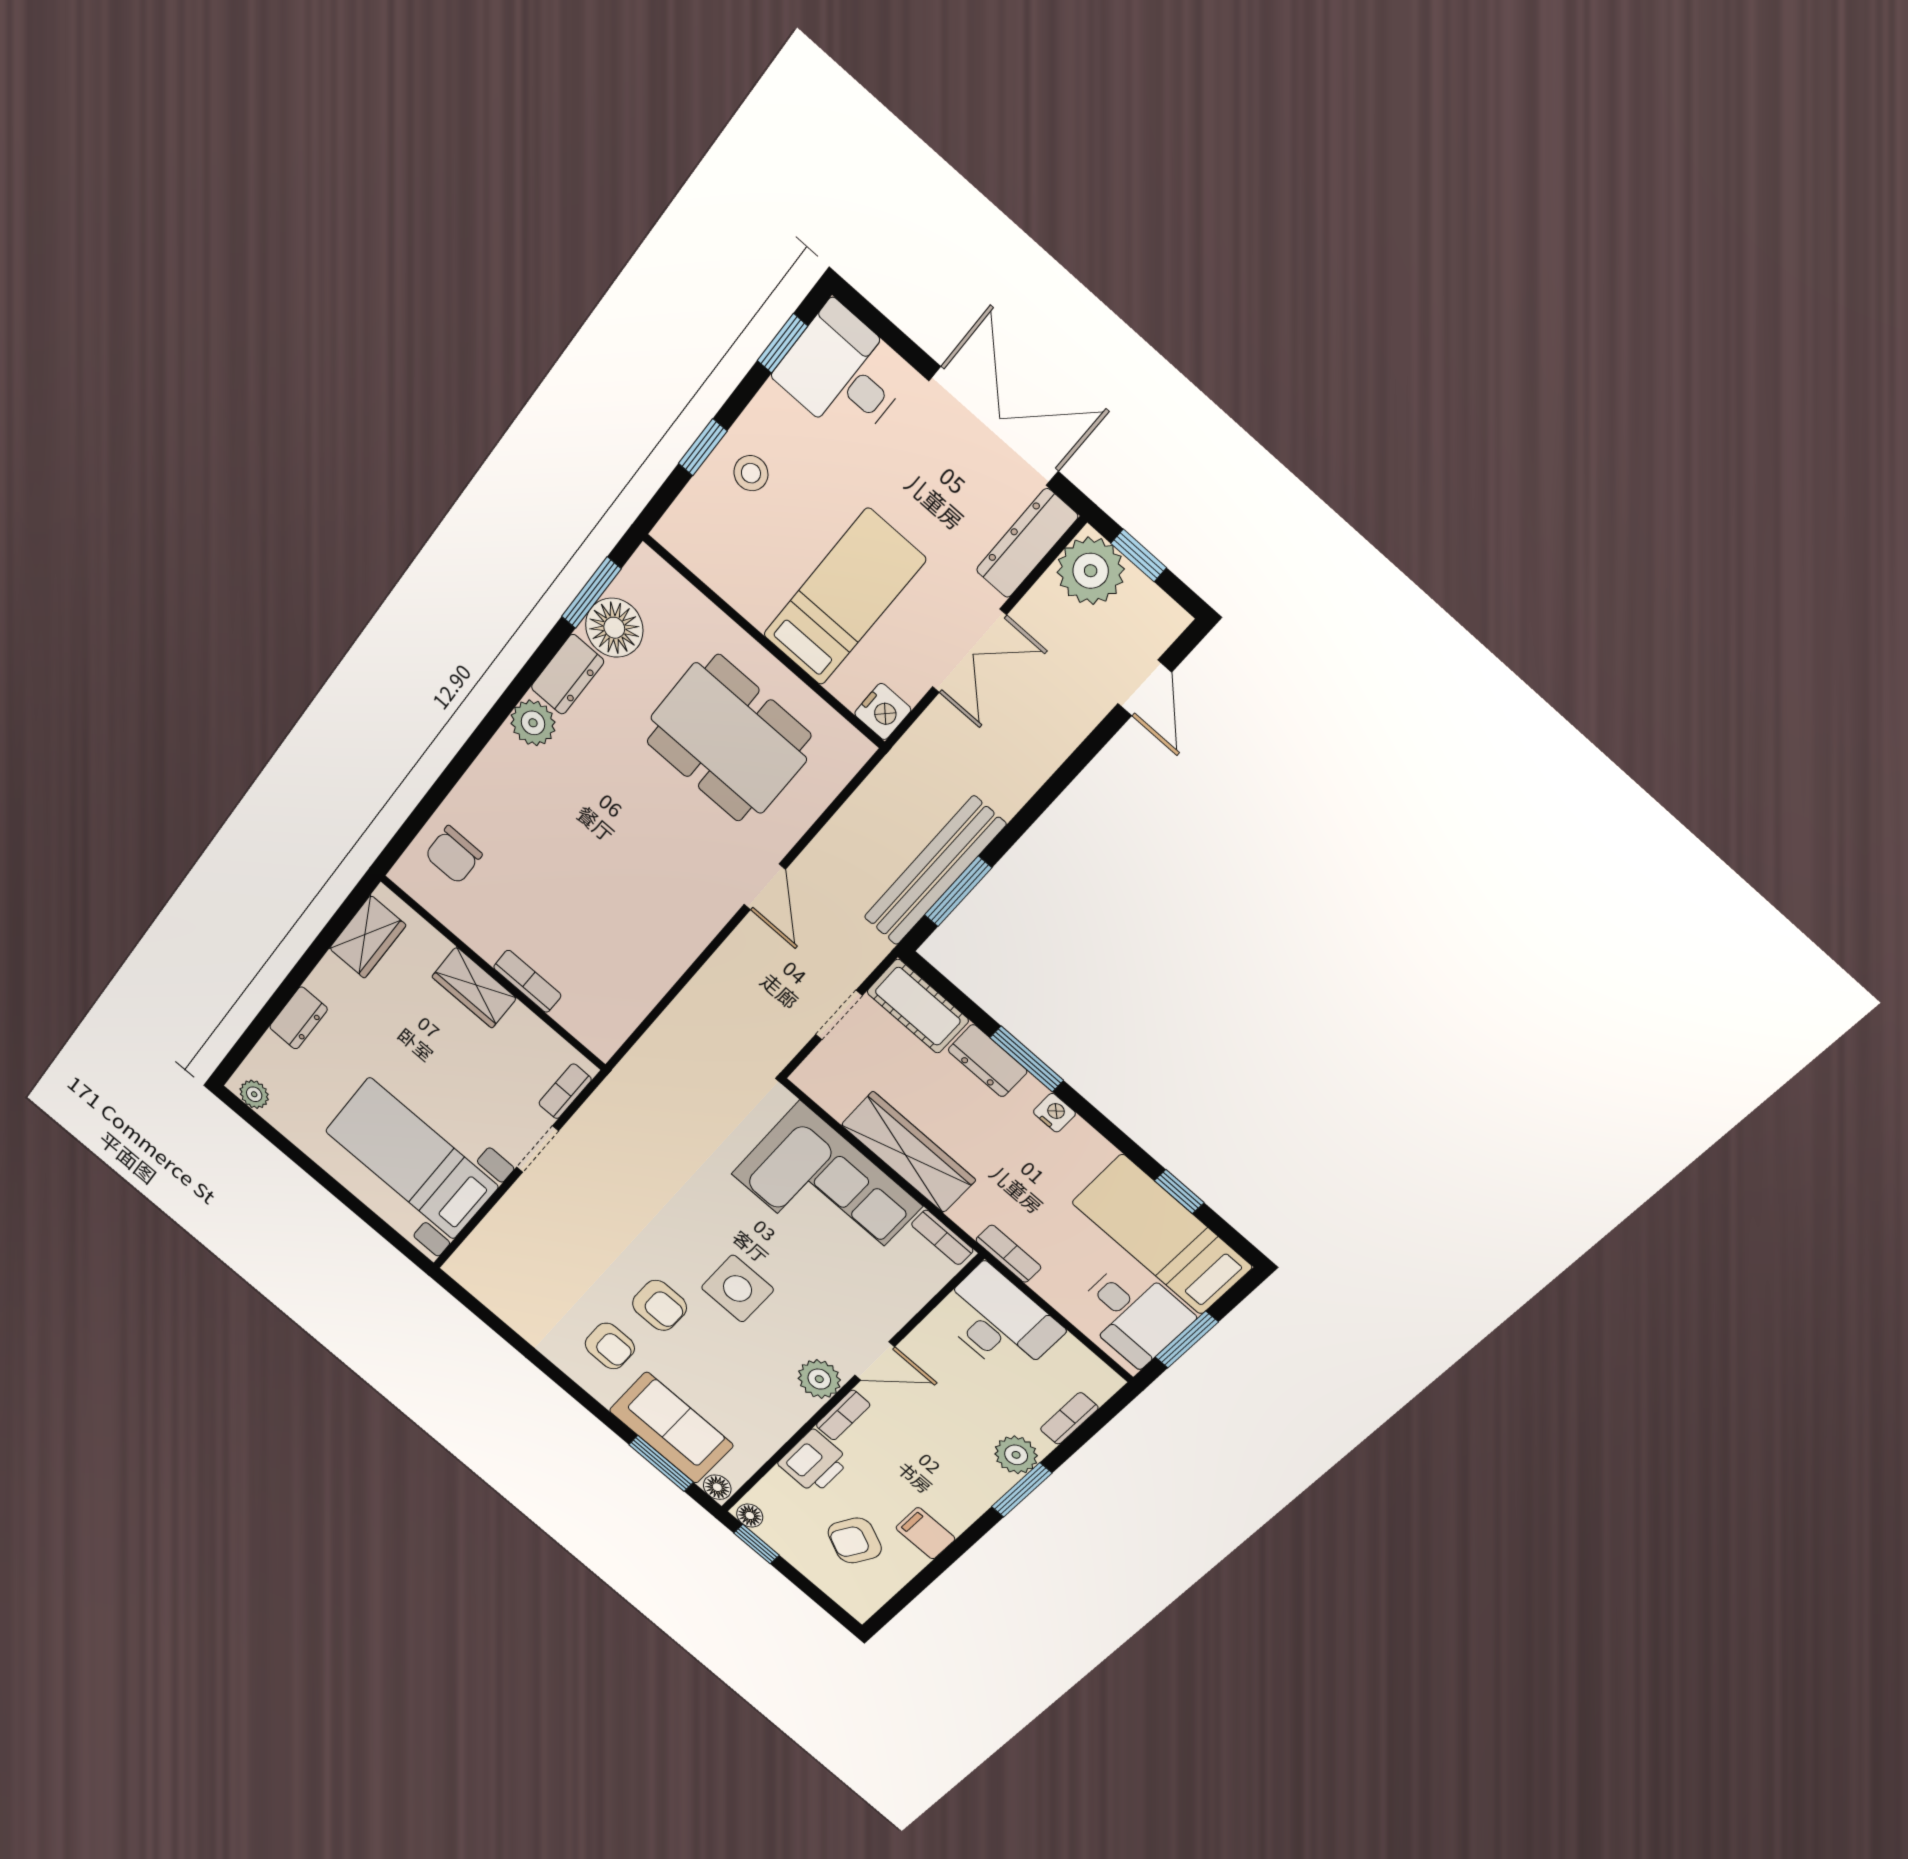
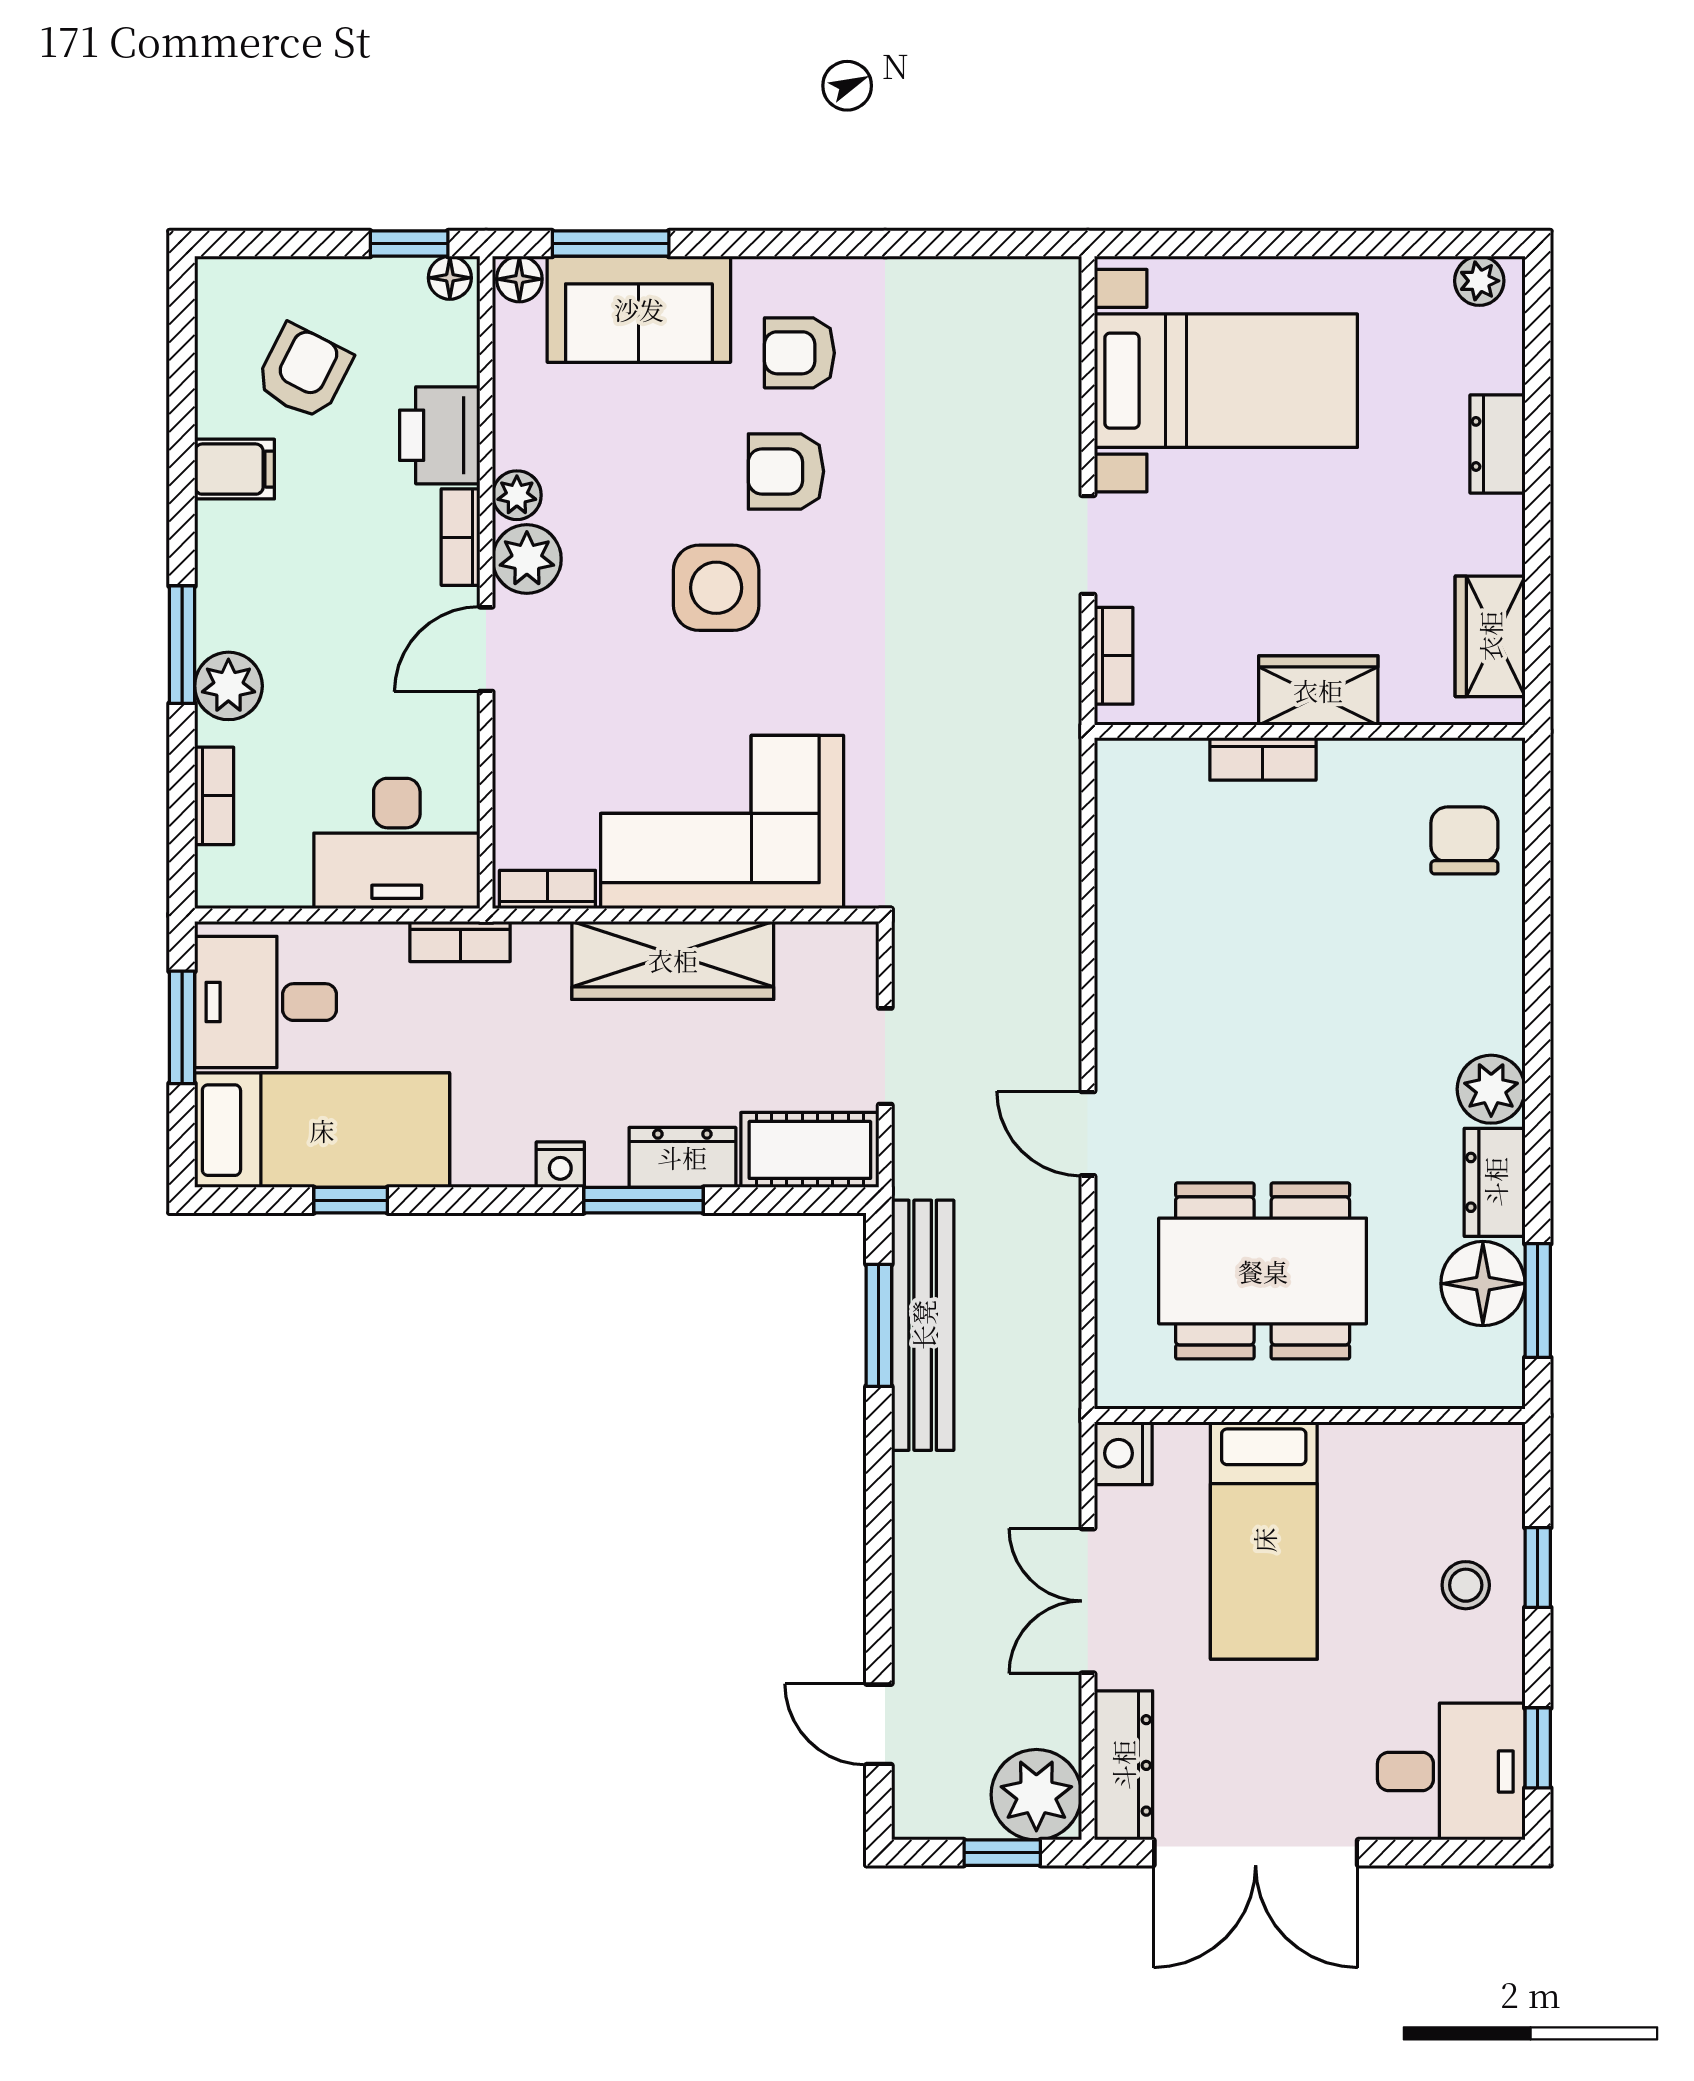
plant: (799, 1408) -> (517, 495), added

